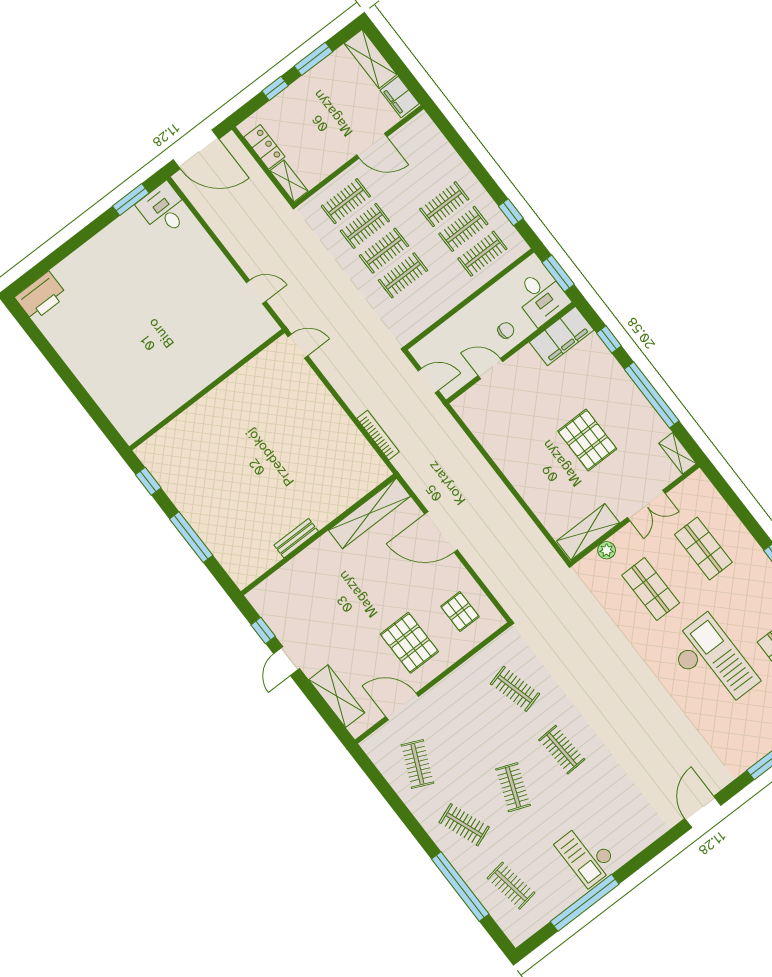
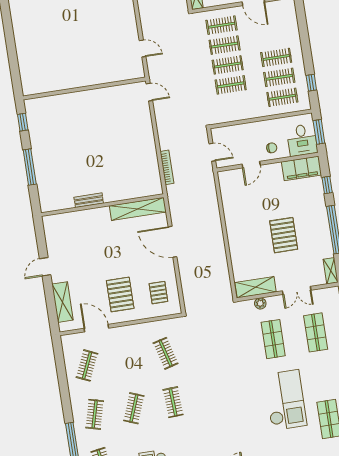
door: (490, 369) -> (251, 165), swing flipped
window: (263, 631) -> (41, 242), removed
clothes rail: (464, 825) -> (95, 414), turned 36

